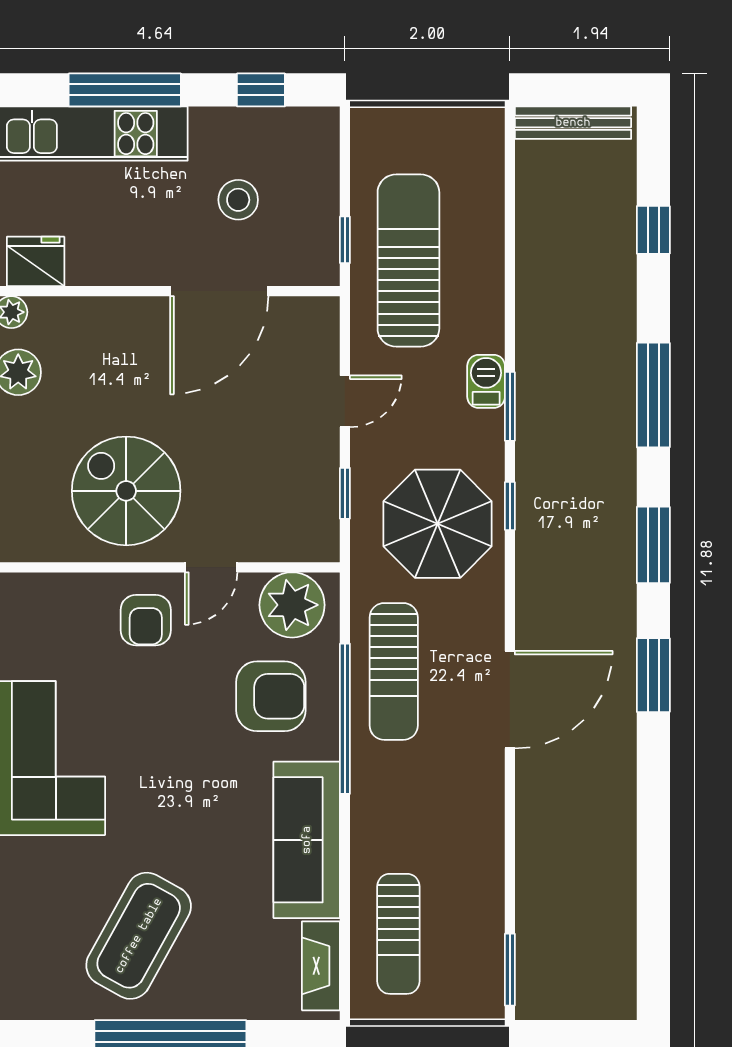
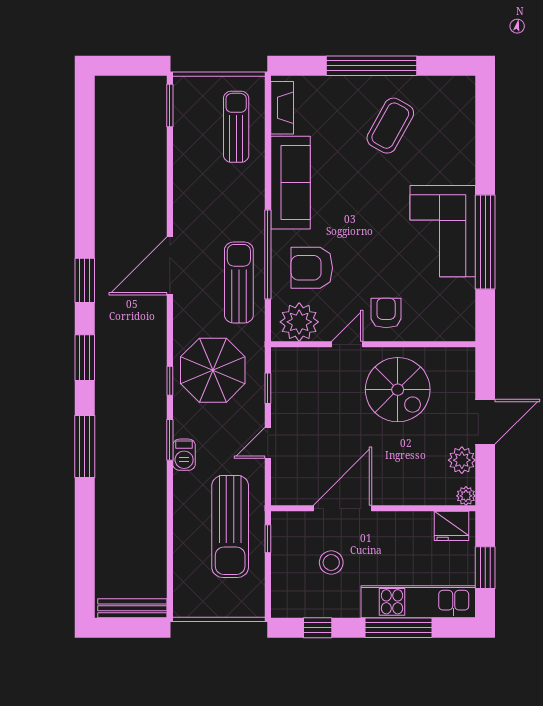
window: (653, 230) -> (85, 545), removed
coffee table: (139, 936) -> (390, 126), width x0.73, depth x0.76

